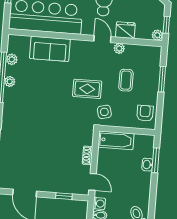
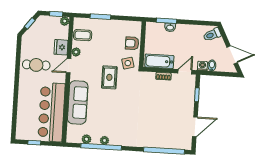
sofa: (50, 49) -> (78, 102), width x1.36
coffee table: (126, 80) -> (83, 35), moved
armchair: (145, 113) -> (132, 43), moved
bathtub: (116, 140) -> (159, 61), moved, turned -90

